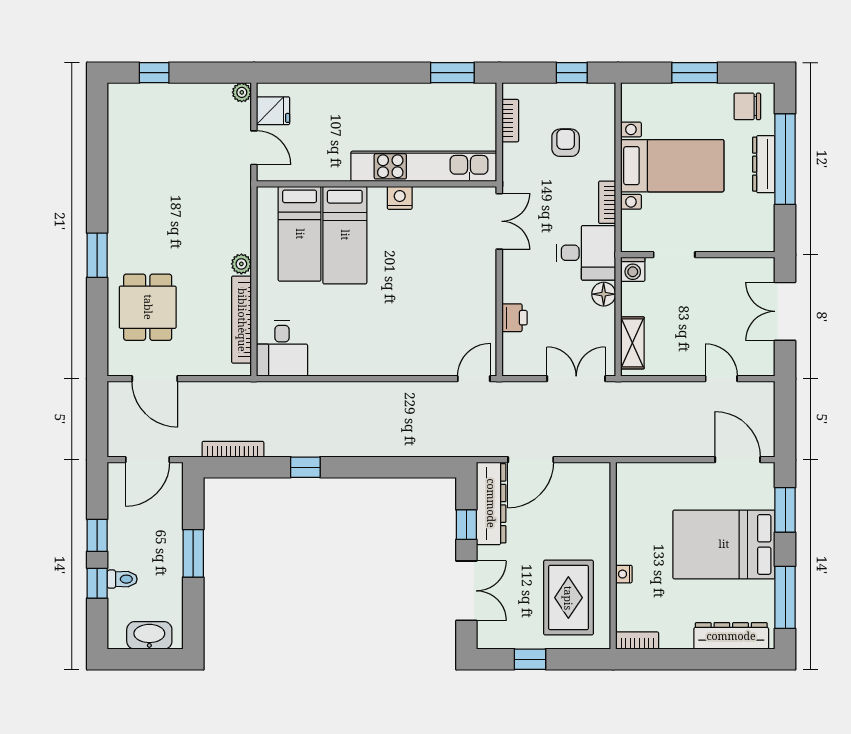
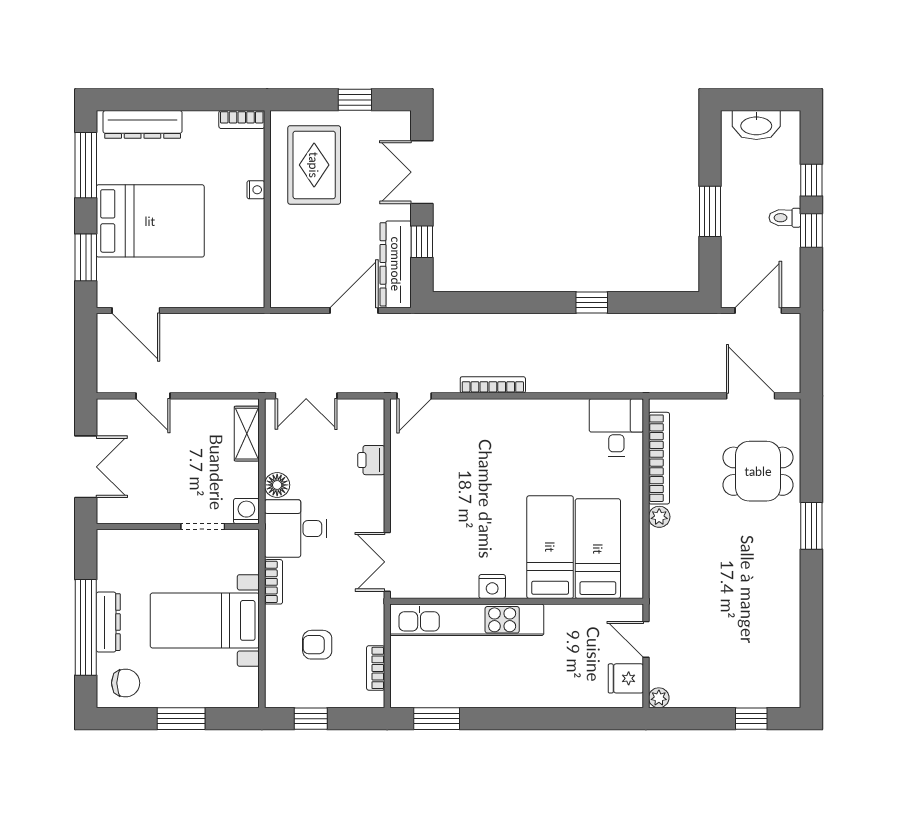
armchair: (566, 143) -> (317, 645), turned 90
dining table: (148, 307) -> (758, 471), turned 90
bookcase: (233, 449) -> (493, 385), moved, turned 180
toilet: (122, 579) -> (785, 218), moved

